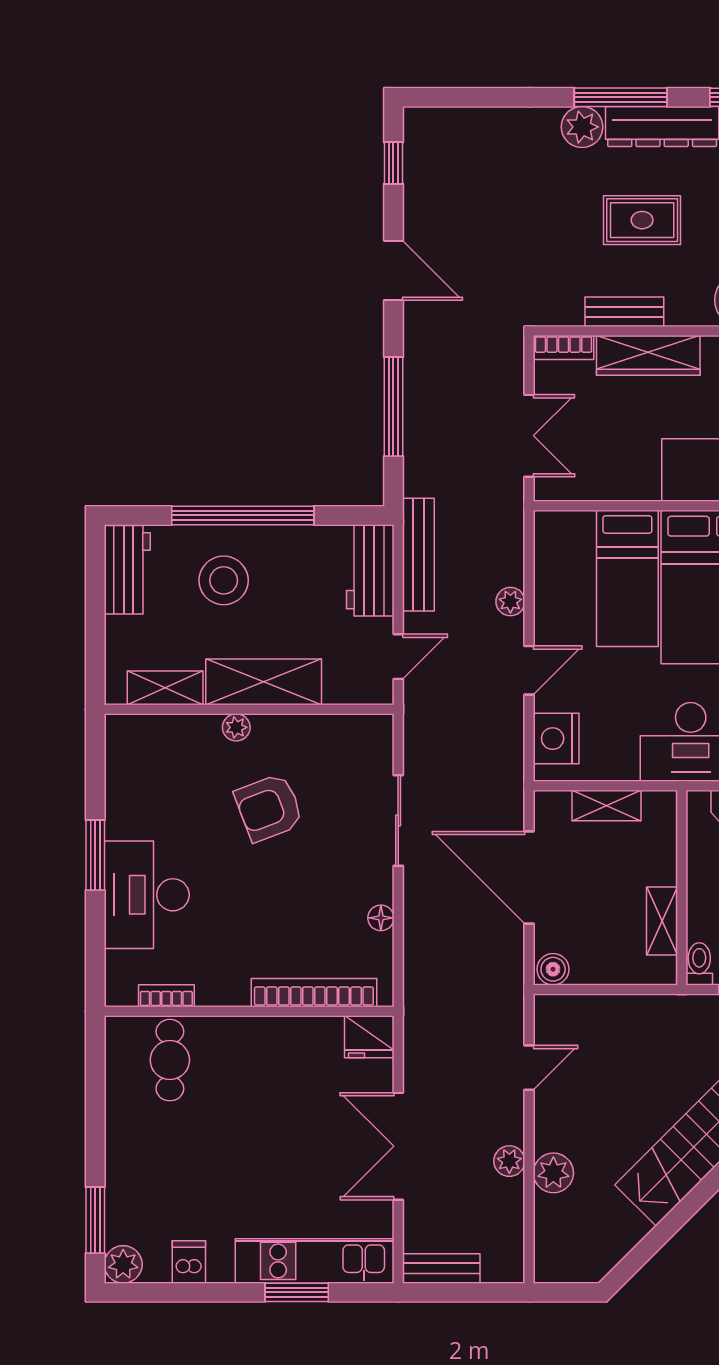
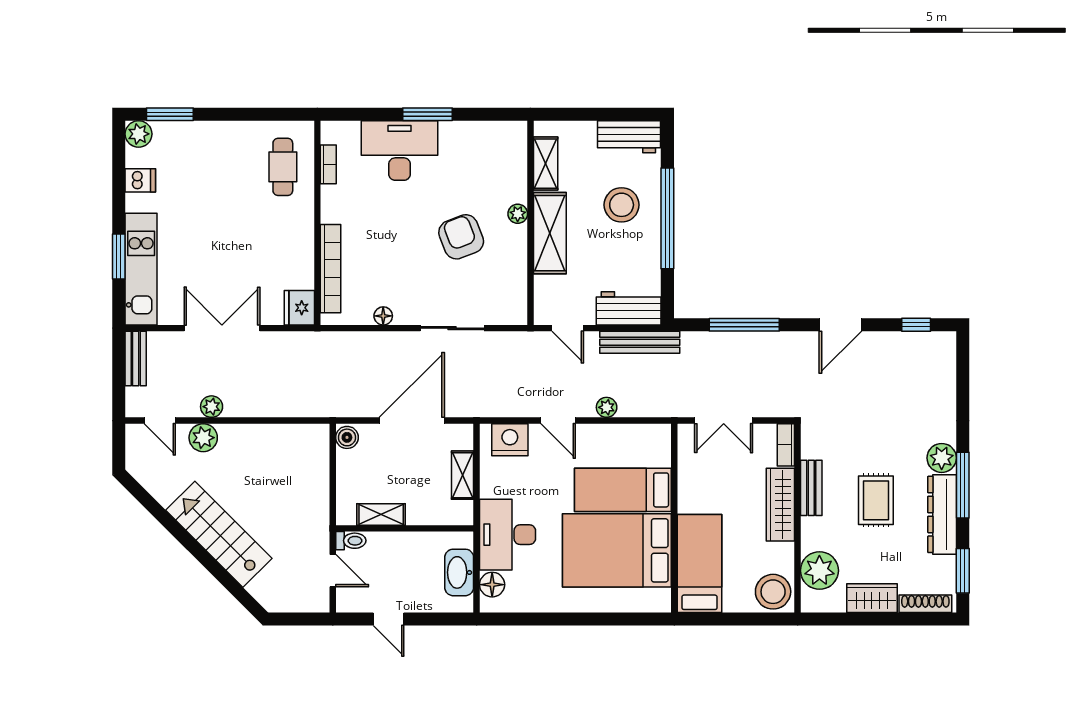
cafe table: (170, 1060) -> (283, 167), turned 90
door: (529, 1068) -> (160, 421), moved

